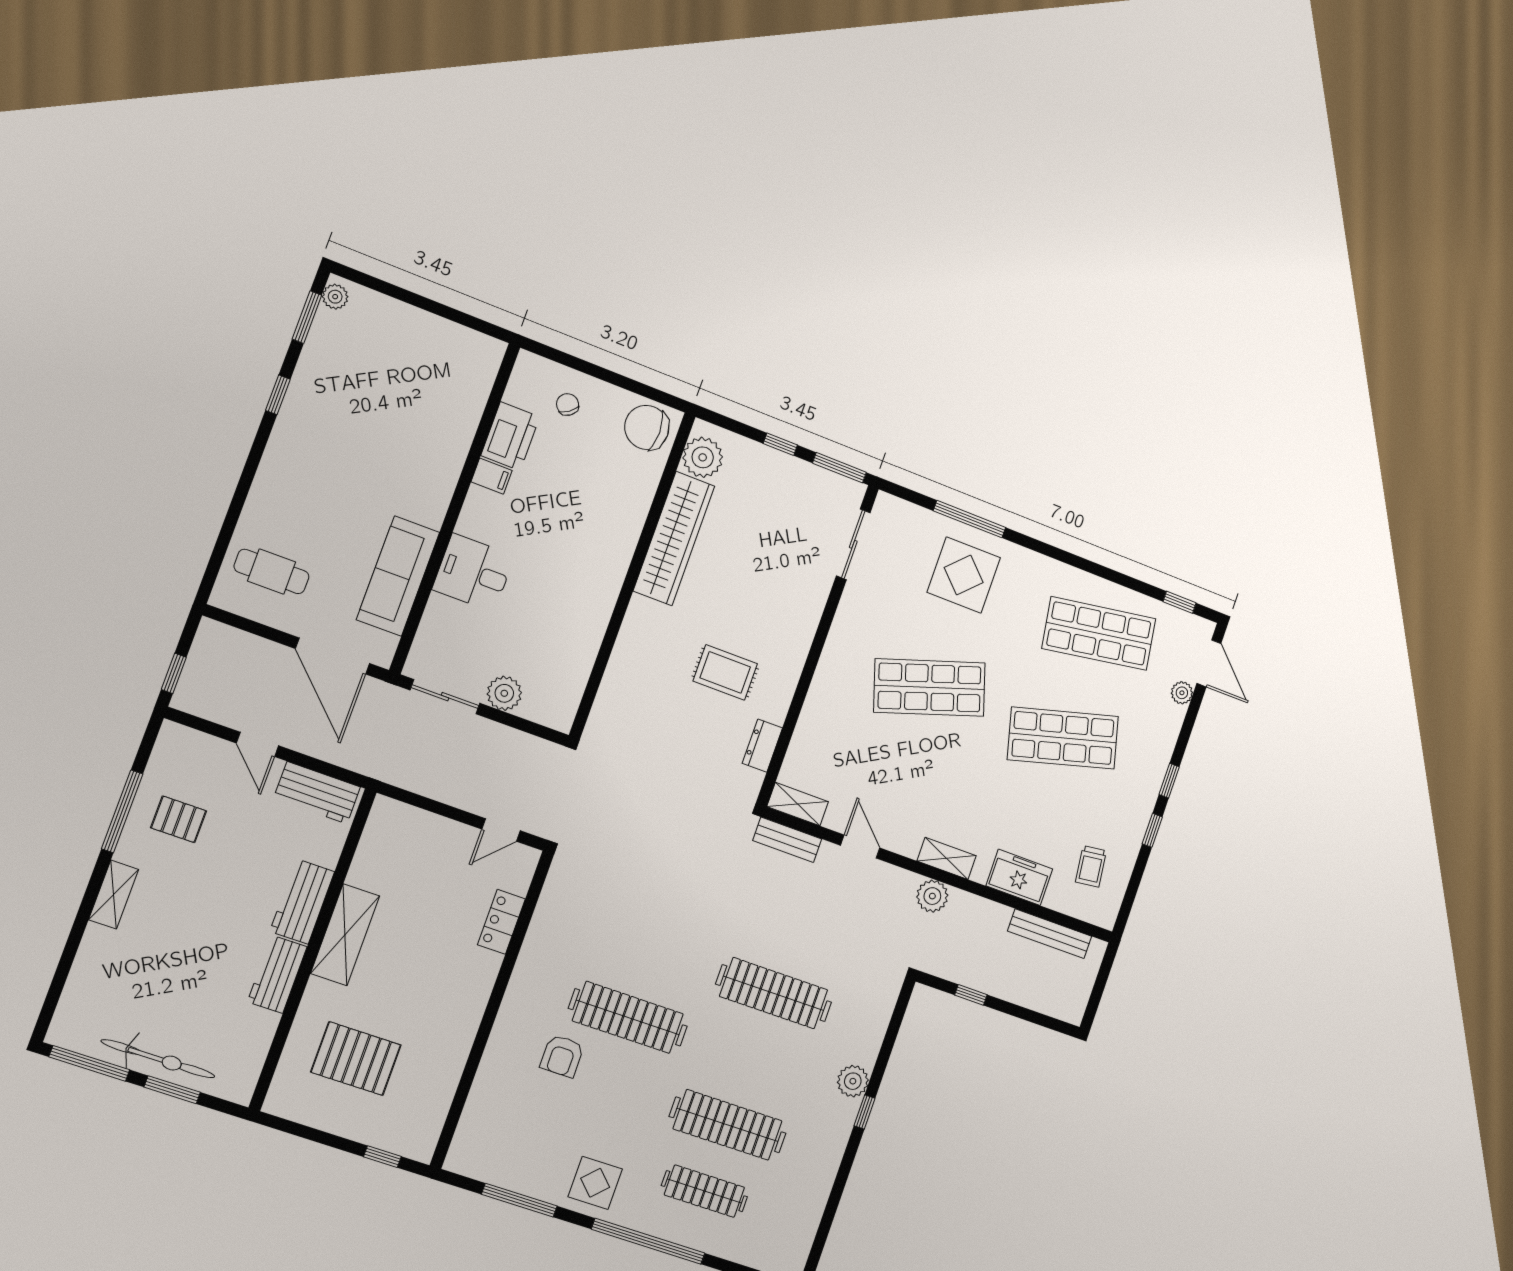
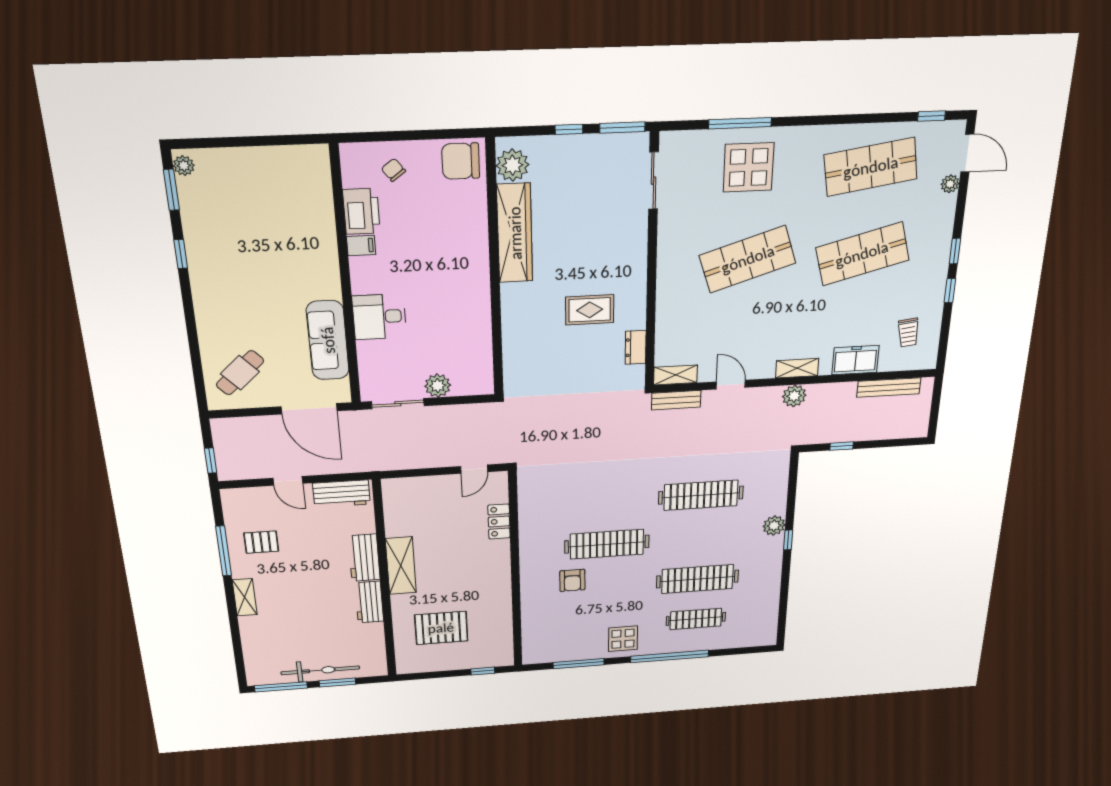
cafe table: (272, 571) -> (240, 373), turned -43

